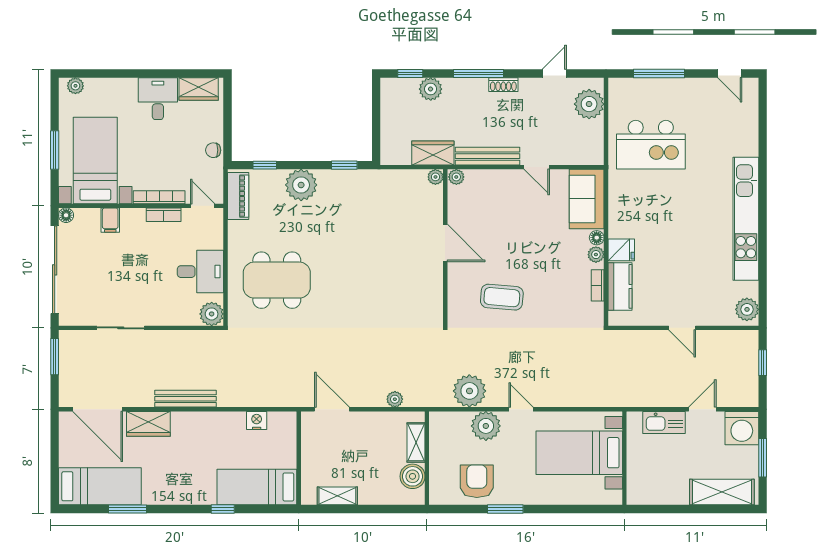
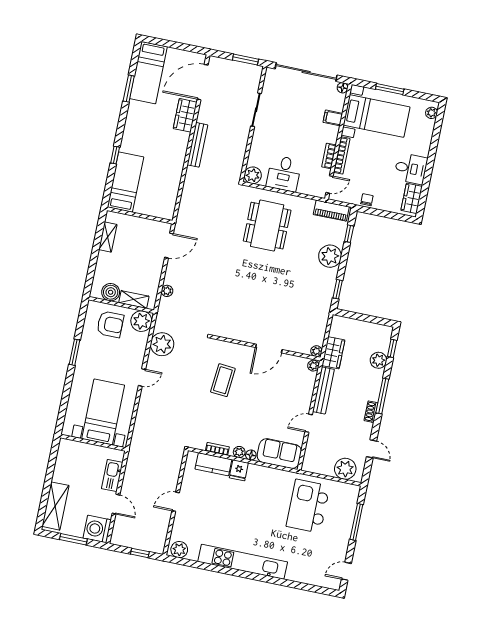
nightstand: (257, 421) -> (172, 191), removed
plant: (486, 426) -> (141, 321), moved
armchair: (477, 481) -> (110, 324), moved

